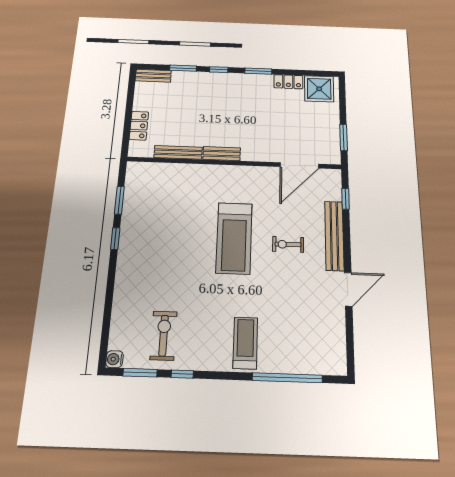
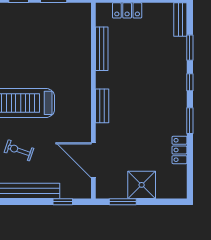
shower: (319, 89) -> (142, 185), moved
bench: (222, 154) -> (102, 106), moved
exercise bike: (288, 244) -> (19, 150), turned -71

